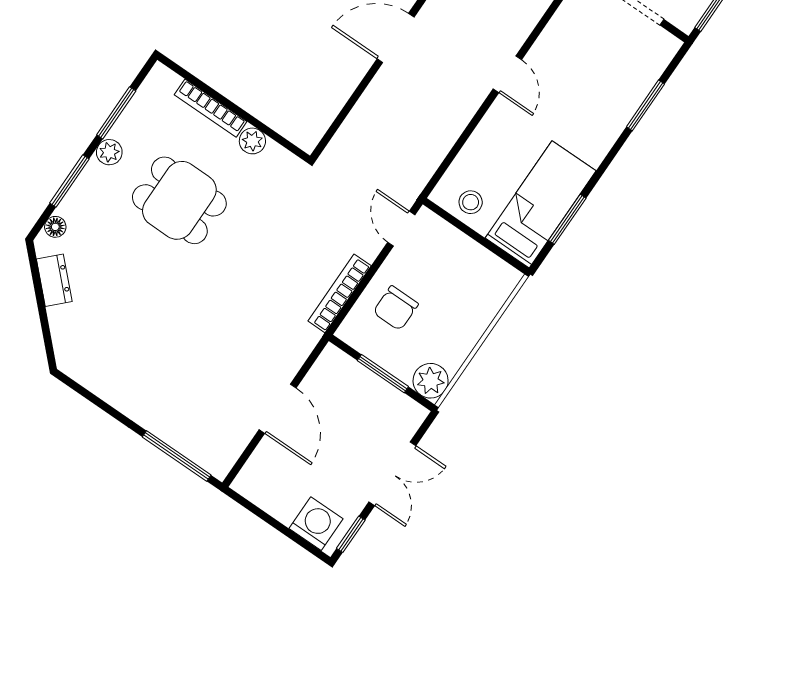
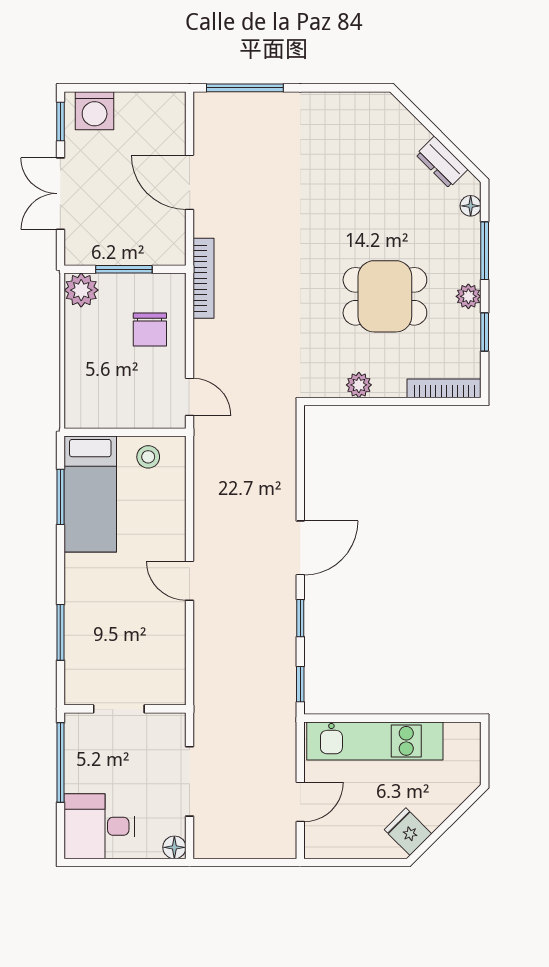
bookcase: (211, 108) -> (444, 388), moved
window: (116, 113) -> (485, 332), width x0.67
bookcase: (340, 293) -> (204, 278), moved
chair: (396, 308) -> (150, 329), turned 180

